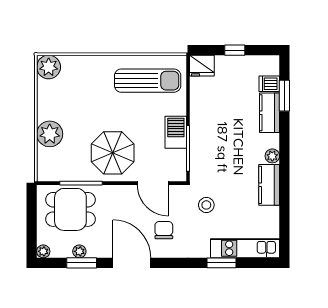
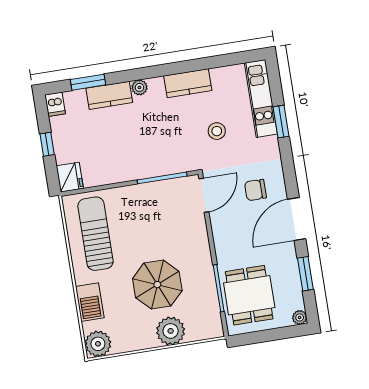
dishwasher: (269, 84) -> (55, 104), moved
barbecue: (176, 132) -> (90, 302), moved, turned -90
parasol: (113, 153) -> (157, 285), moved
plant: (272, 156) -> (139, 87), moved
door: (153, 183) -> (204, 195), moved
stool: (206, 205) -> (217, 131), moved
plant: (79, 251) -> (293, 278), removed

